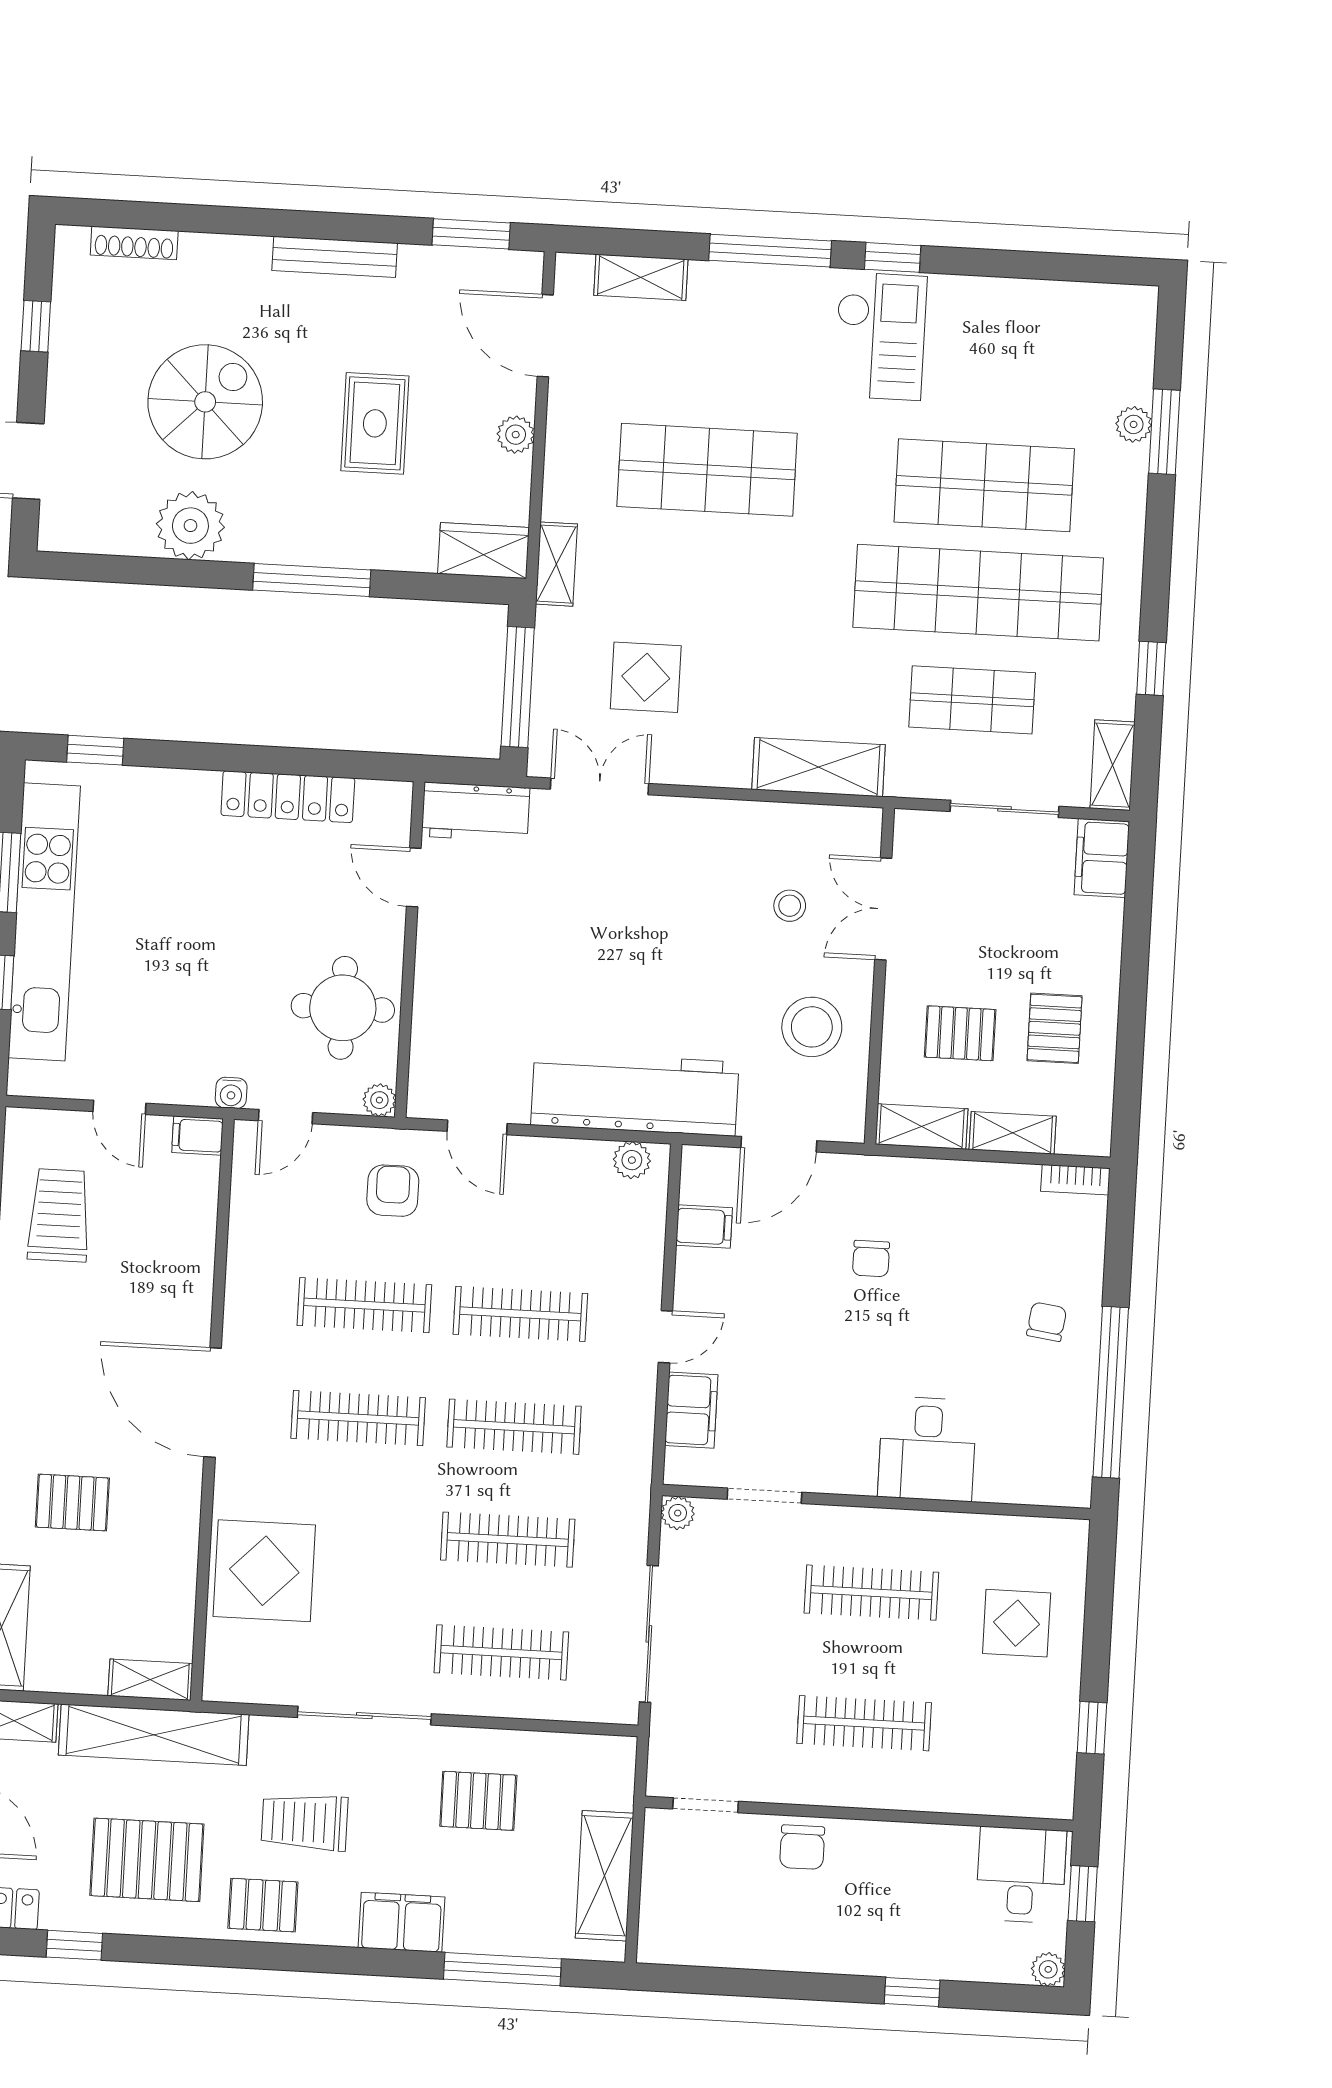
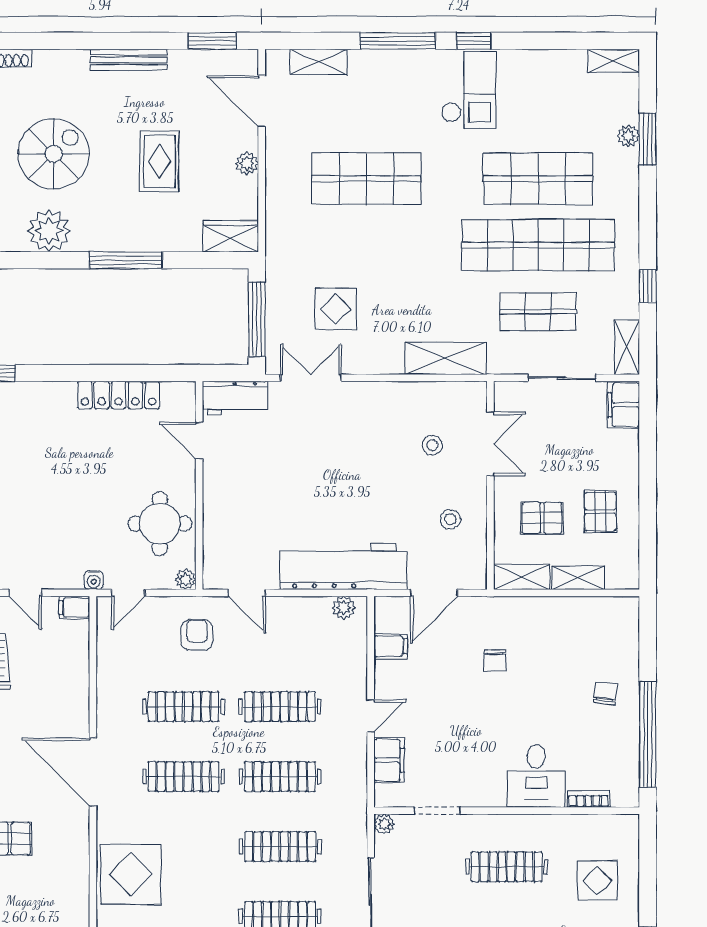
shelving: (556, 564) -> (614, 61), moved, turned 90
double door: (883, 909) -> (490, 444), swing flipped
stool: (812, 1027) -> (450, 519), width x0.53, depth x0.53
bookcase: (1075, 1180) -> (588, 799), moved, turned 180

